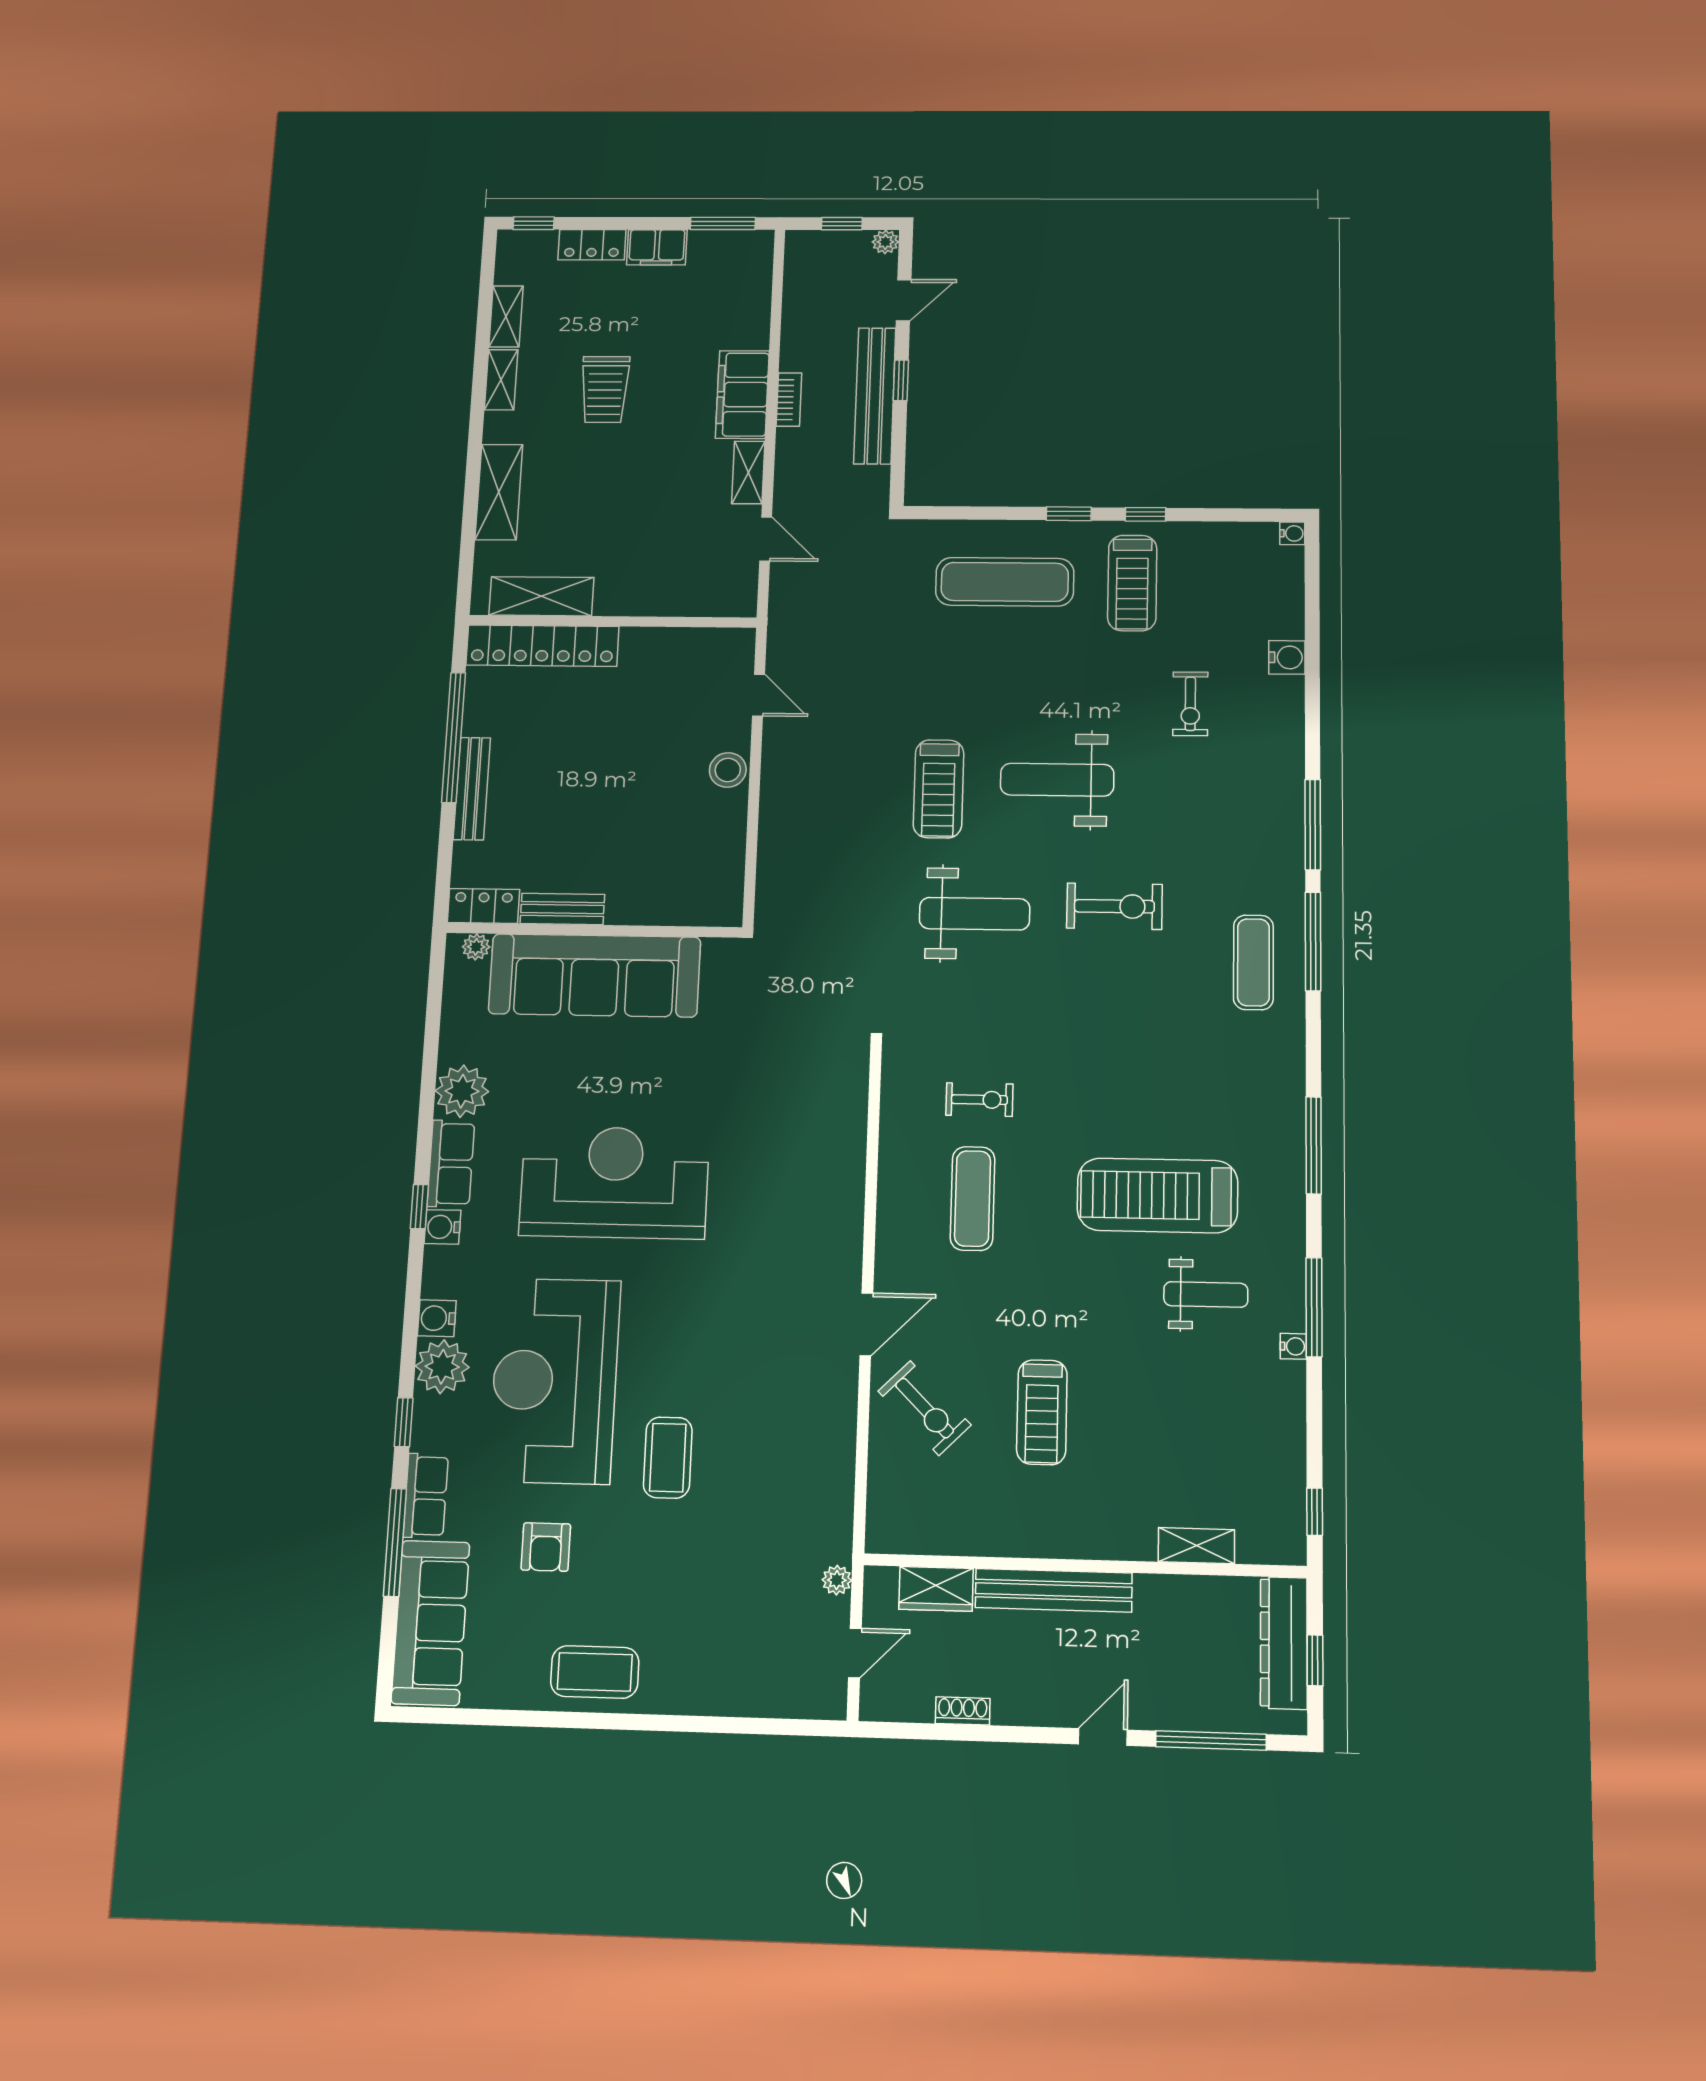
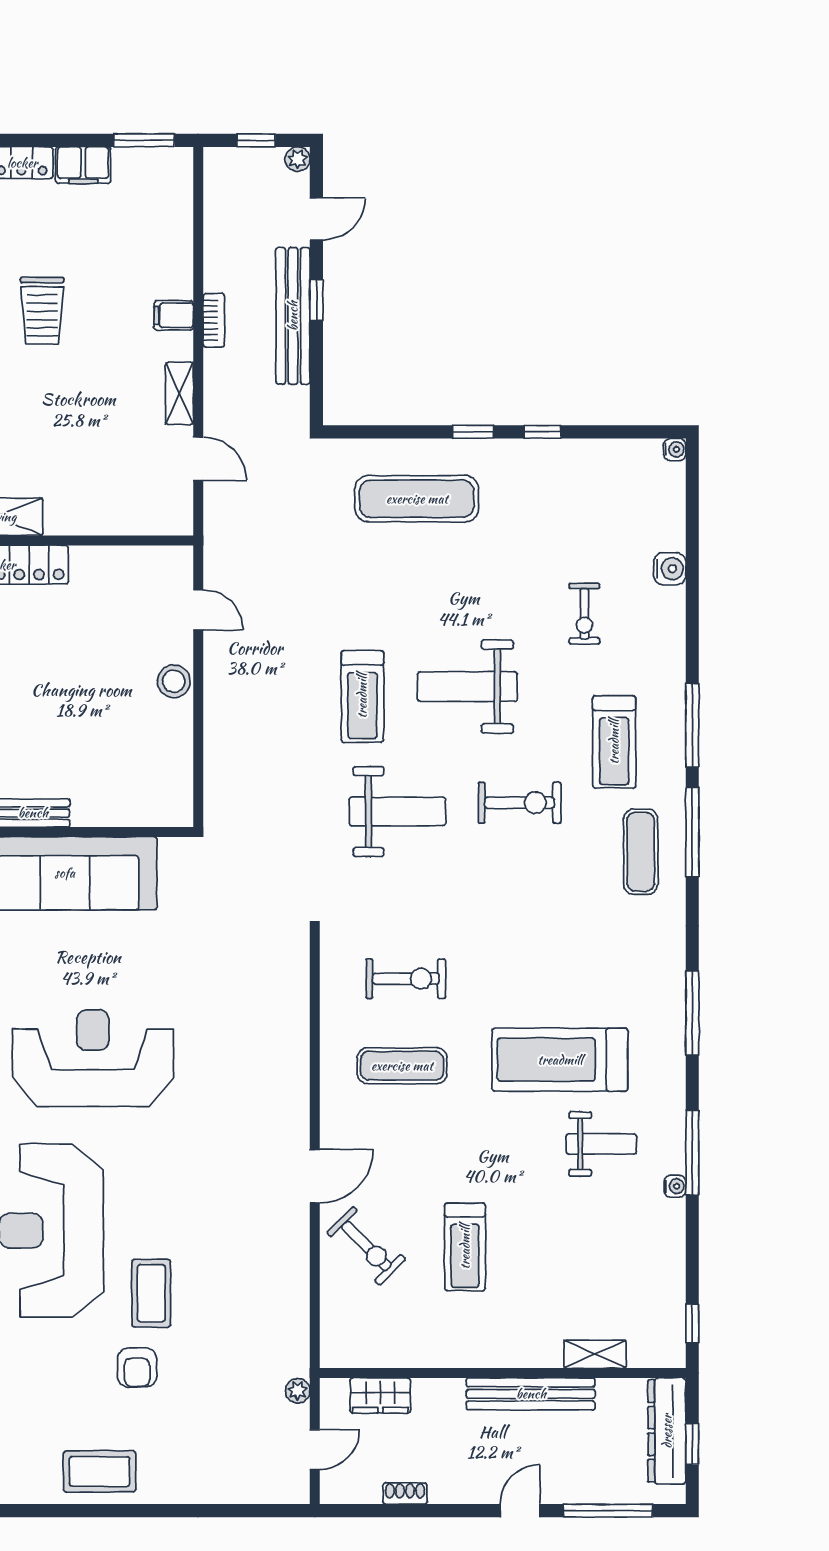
filing cabinet: (742, 395) -> (174, 315), width x0.33, depth x0.86
treadmill: (1132, 583) -> (614, 742), moved
exercise bike: (979, 1100) -> (406, 979), width x1.38, depth x1.39
exercise mat: (973, 1198) -> (402, 1066), turned 90
armchair: (546, 1547) -> (137, 1368), moved
bench: (1054, 1590) -> (531, 1394), moved

